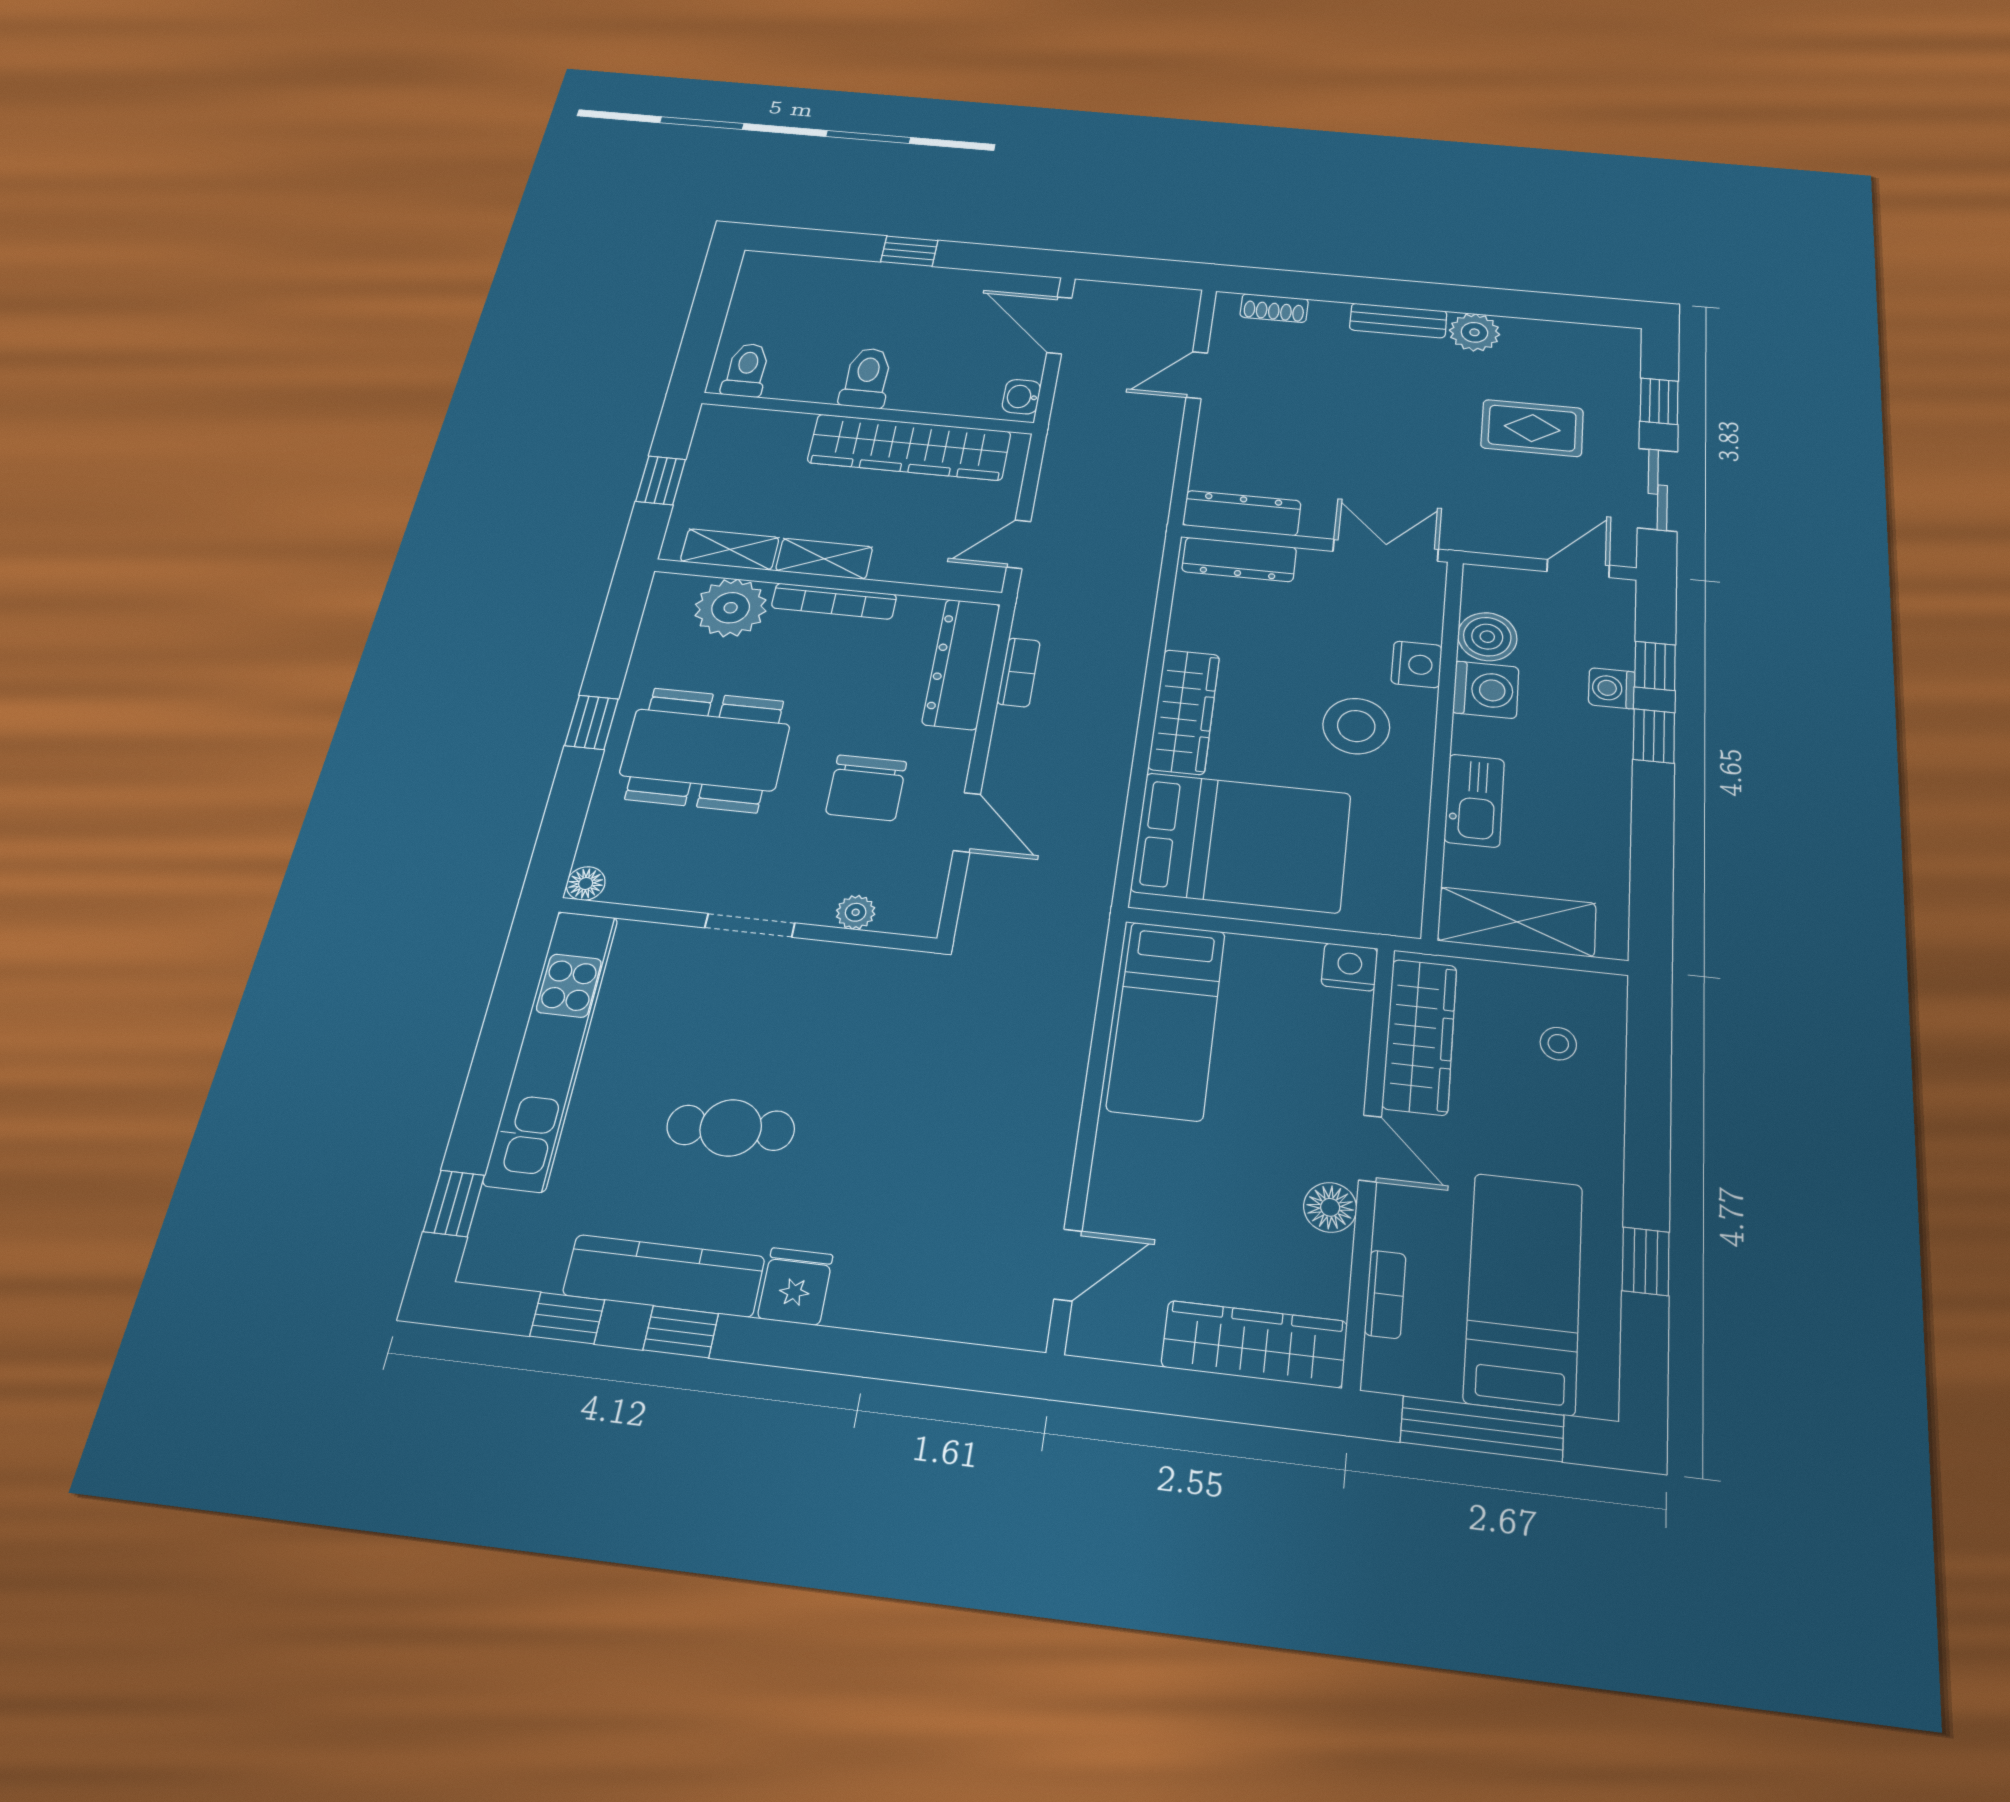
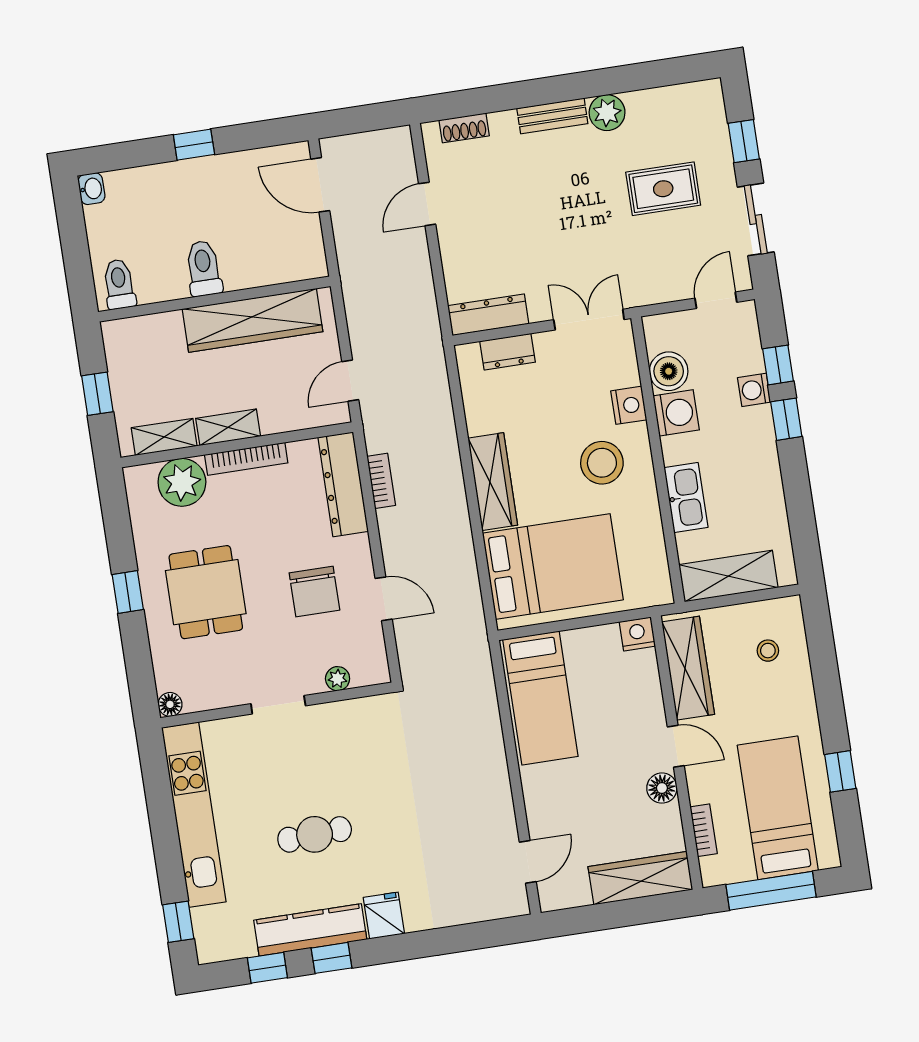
washbasin: (1021, 397) -> (91, 189), moved, turned 180
dresser: (1239, 559) -> (508, 352), width x0.70
dining table: (705, 750) -> (206, 592), width x0.73

